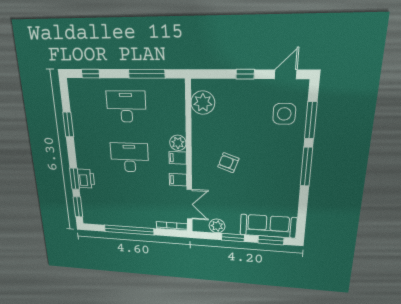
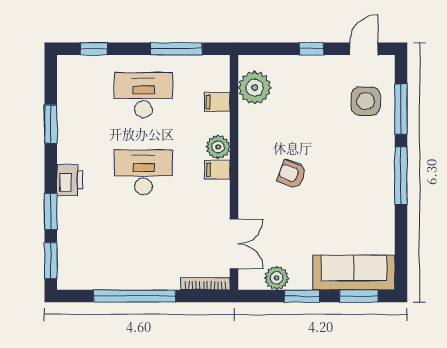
printer: (86, 179) -> (70, 180), moved
filing cabinet: (178, 180) -> (217, 102), moved

